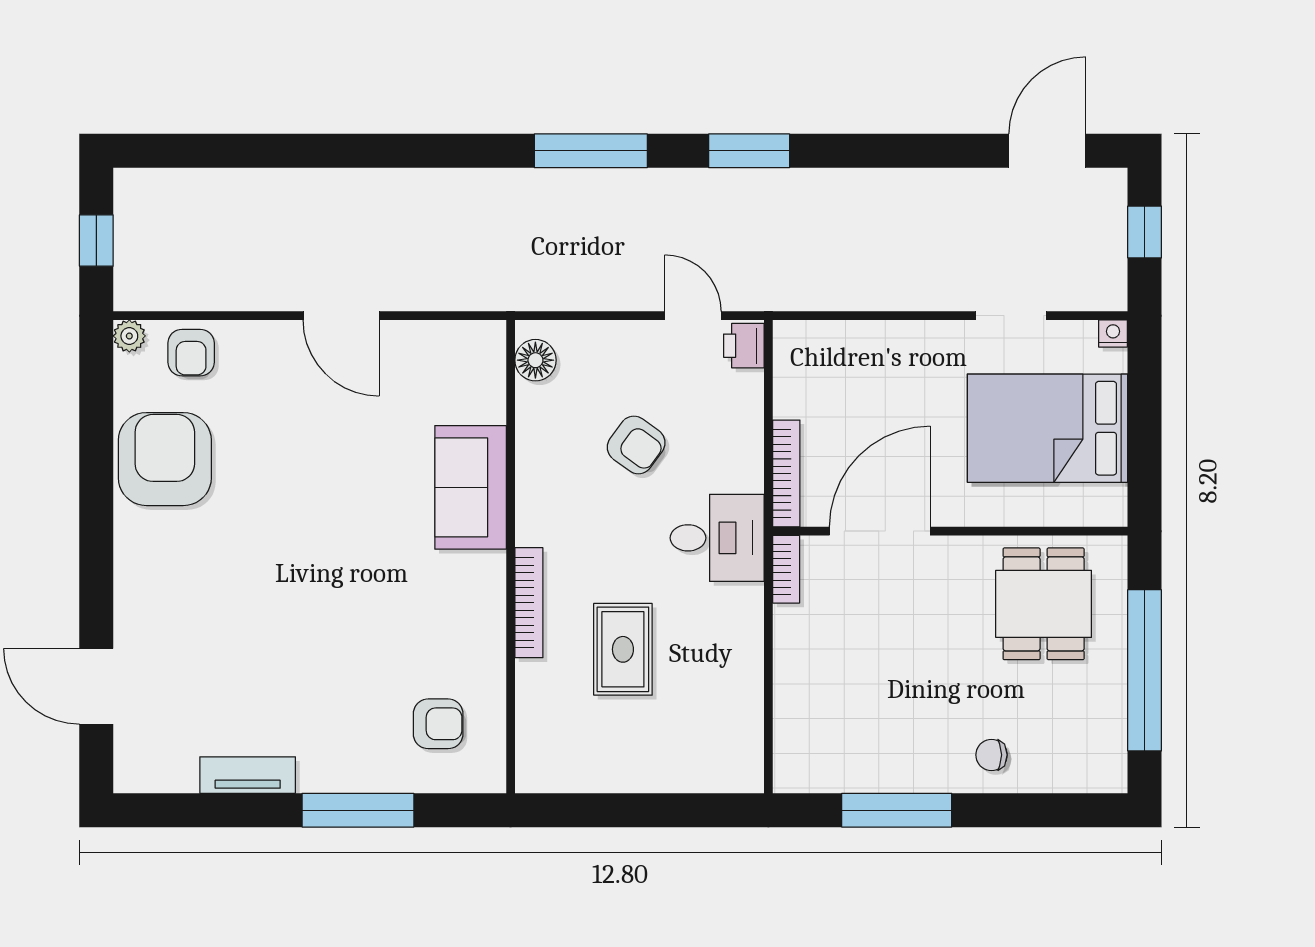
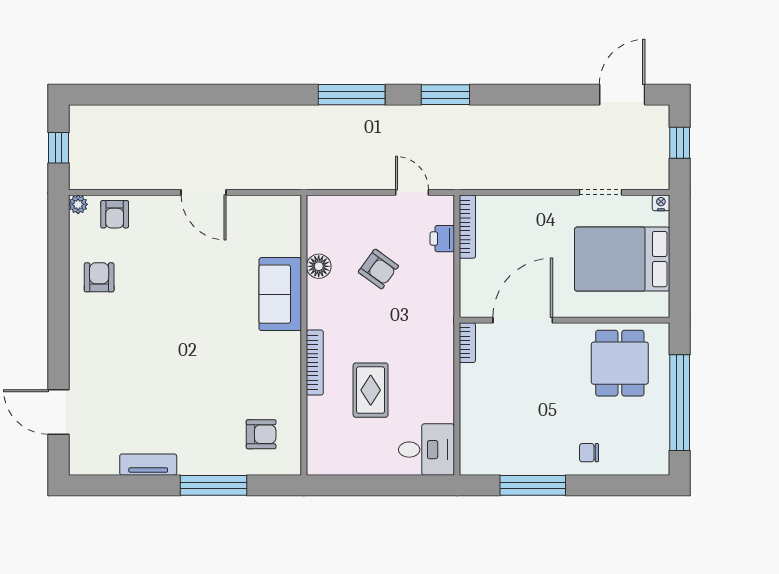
printer: (744, 346) -> (442, 239), moved
floor lamp: (535, 360) -> (319, 266), moved
armchair: (165, 459) -> (99, 277), width x0.53, depth x0.53
bookcase: (786, 473) -> (467, 227), moved
desk: (717, 538) -> (426, 450), moved

